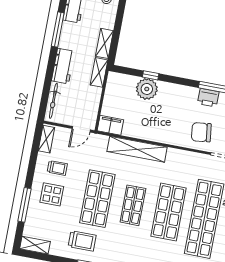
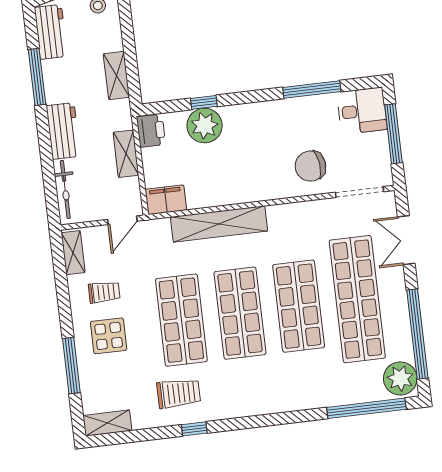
shelving: (99, 72) -> (126, 154), moved
printer: (208, 98) -> (151, 131), moved, turned -90
shop shelf: (133, 205) -> (240, 313), width x1.43, depth x1.36

